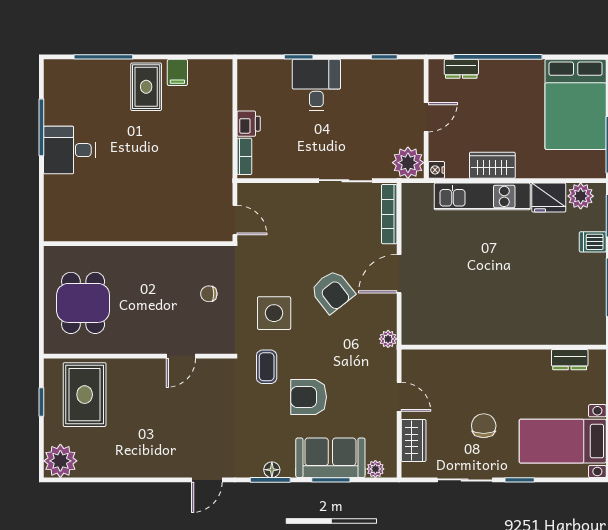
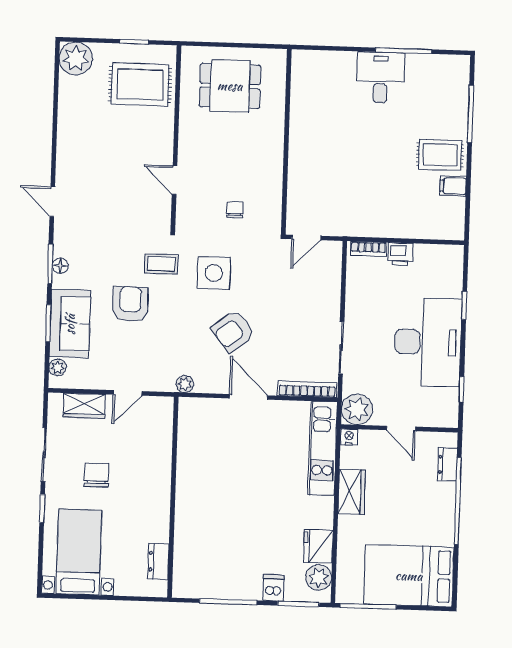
desk: (316, 85) -> (428, 342), width x1.87, depth x1.30
kitchen unit: (482, 196) -> (323, 449), moved
chair: (484, 426) -> (96, 475), turned -90

